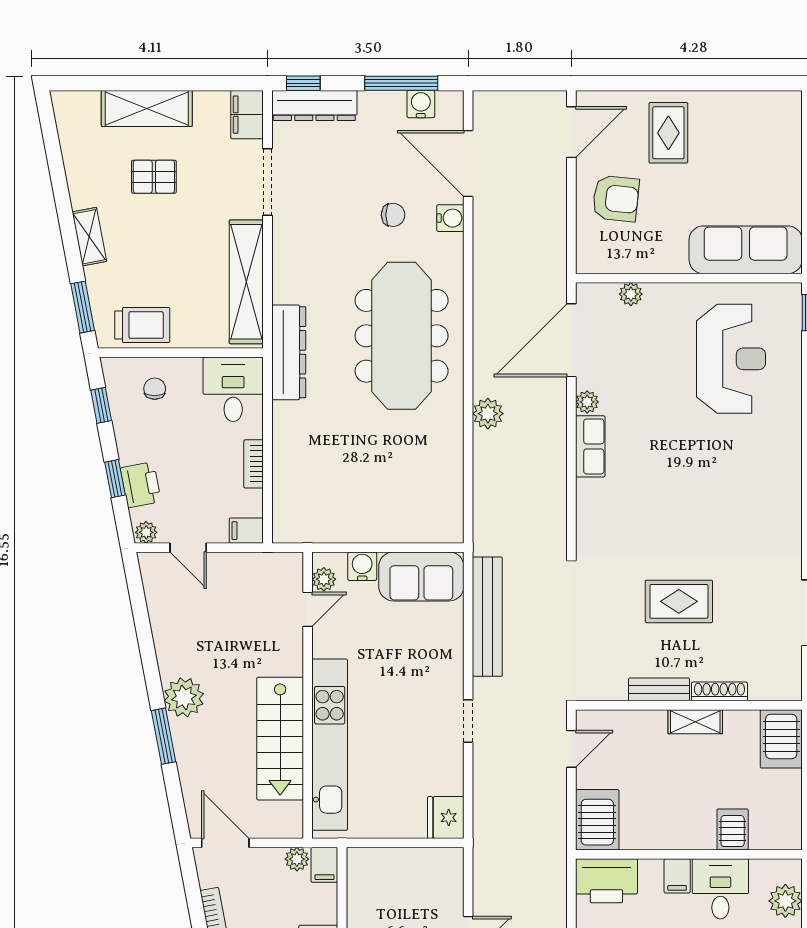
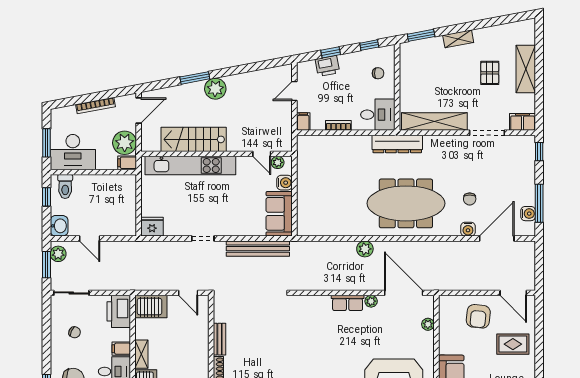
dresser: (314, 106) -> (527, 157), removed
trolley: (142, 325) -> (412, 67), removed
plant: (146, 532) -> (302, 69), removed
rug: (679, 601) -> (266, 350), removed
shelving: (695, 722) -> (141, 354), moved
plant: (297, 859) -> (125, 143), width x1.88, depth x1.88

